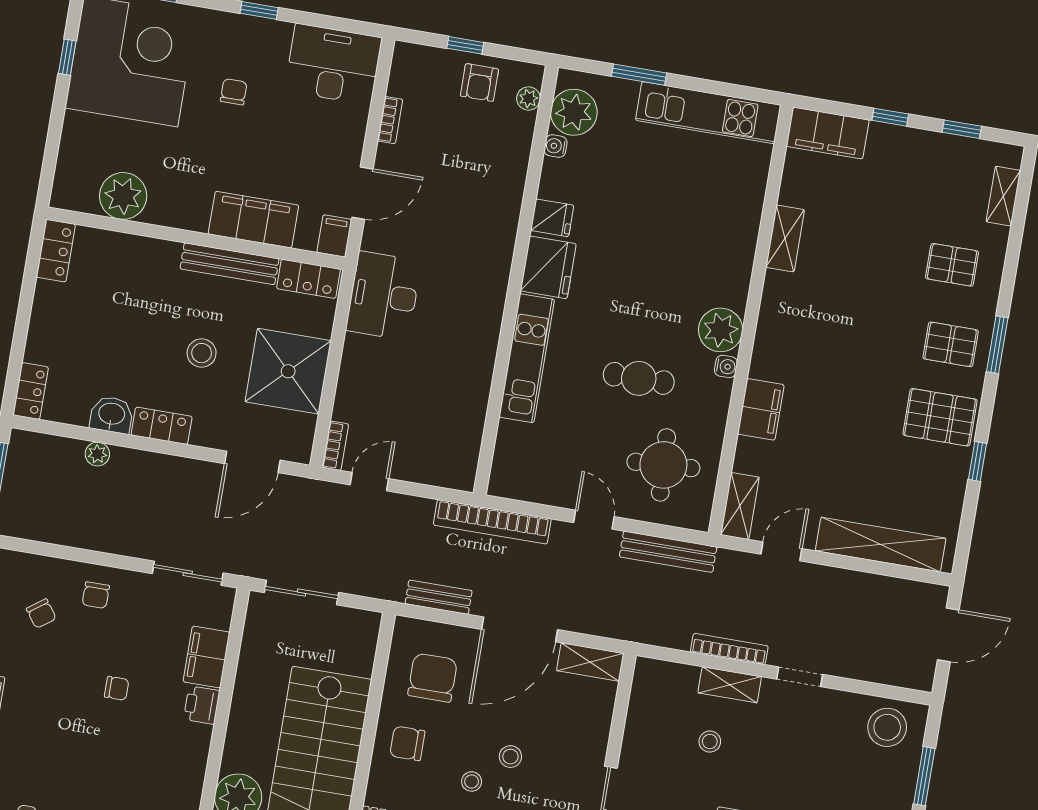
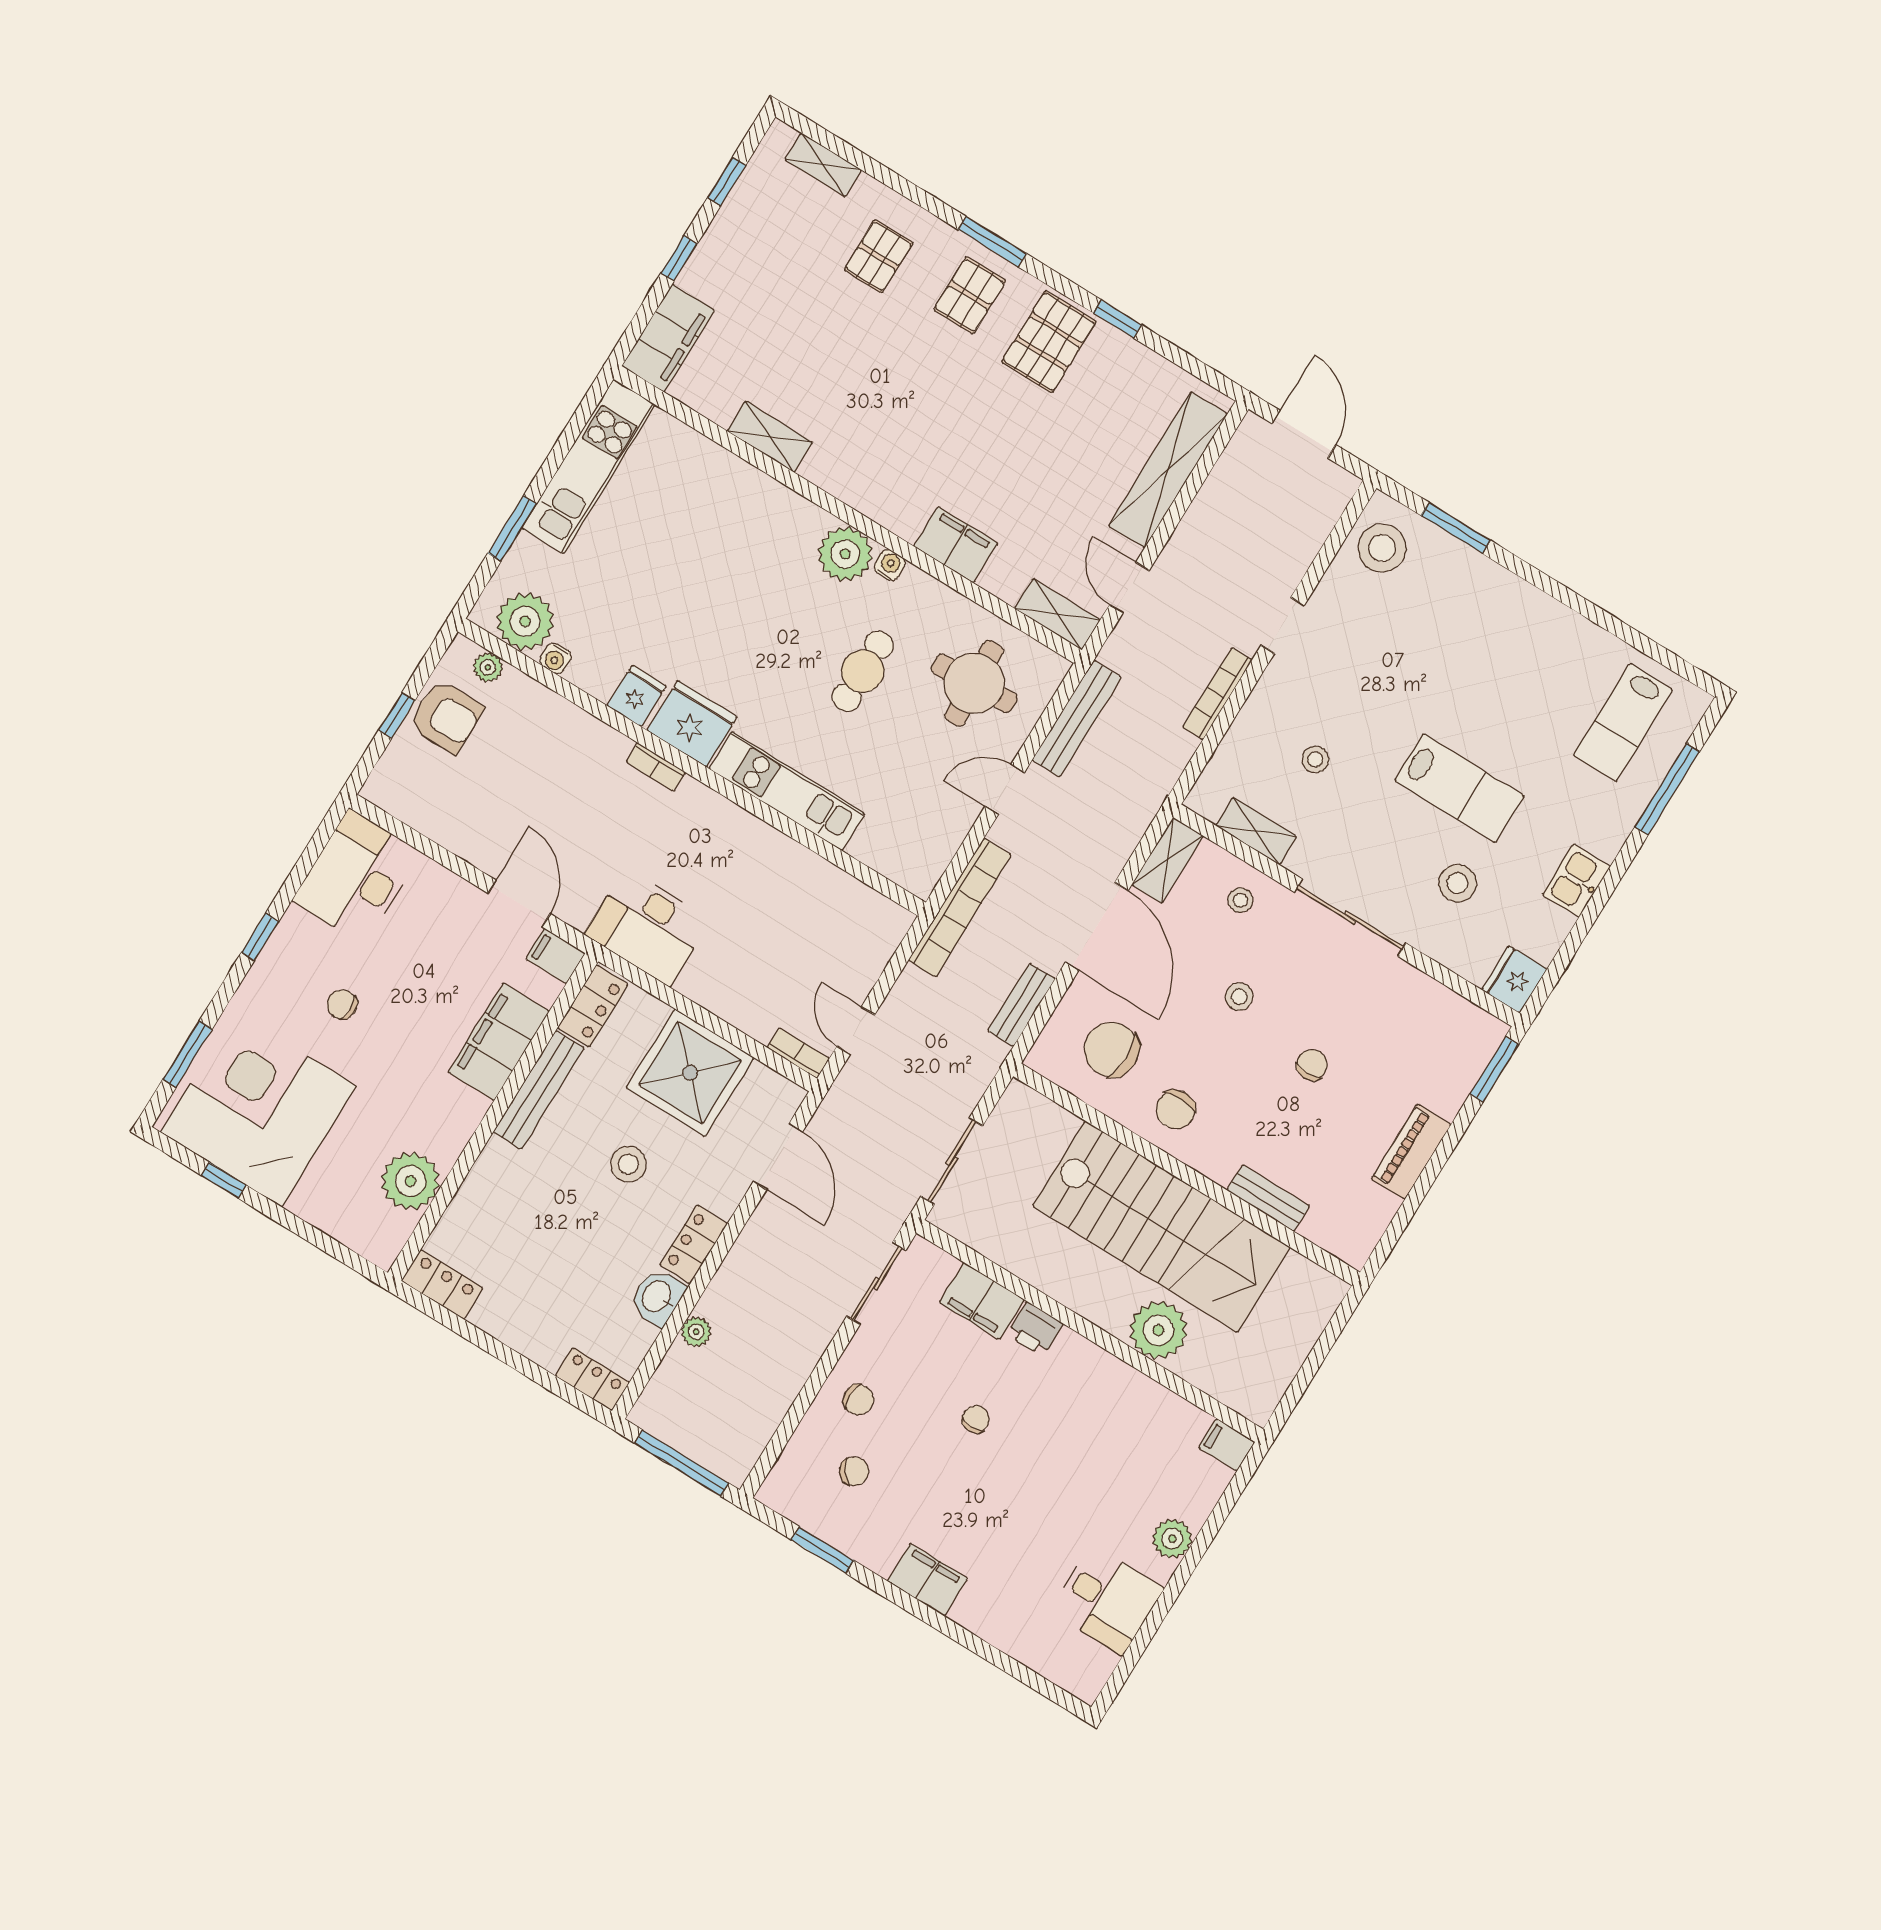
armchair: (479, 83) -> (446, 716), width x1.38, depth x1.38
bookcase: (390, 120) -> (656, 767), moved, turned 180
shelving: (730, 685) -> (1256, 831), moved, turned 90
stool: (472, 781) -> (1240, 900), moved

